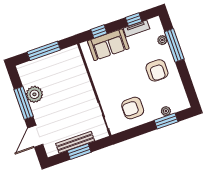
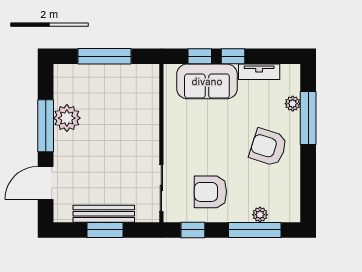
window: (134, 19) -> (233, 56), moved
armchair: (157, 70) -> (268, 147), turned 108
window: (166, 121) -> (255, 230), width x1.44
window: (130, 134) -> (193, 230), added

